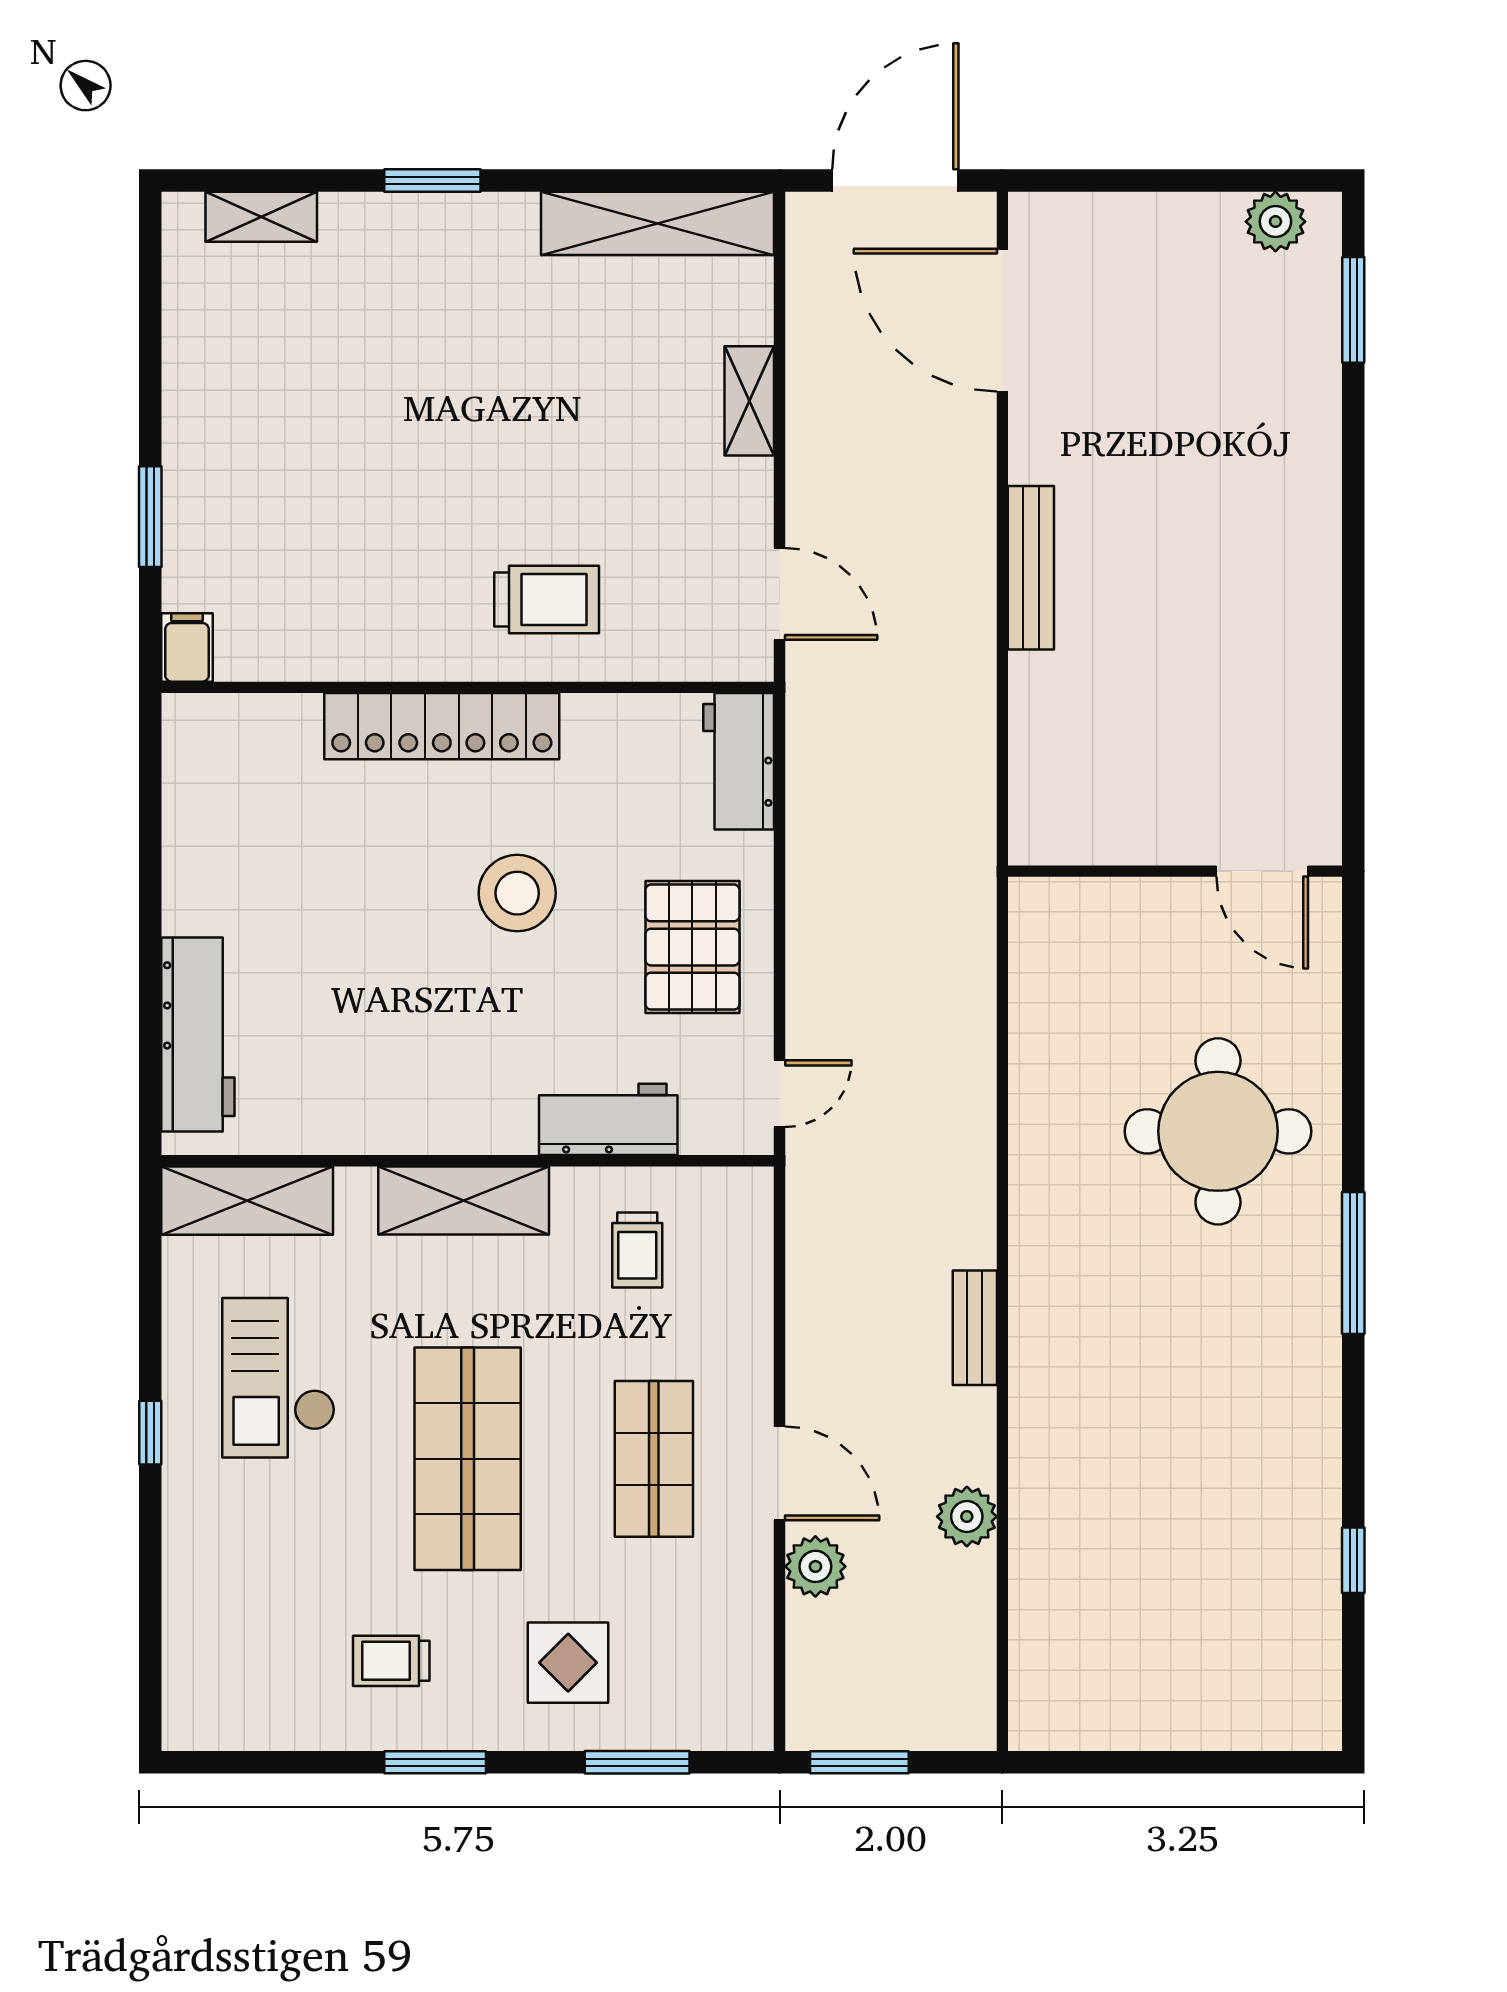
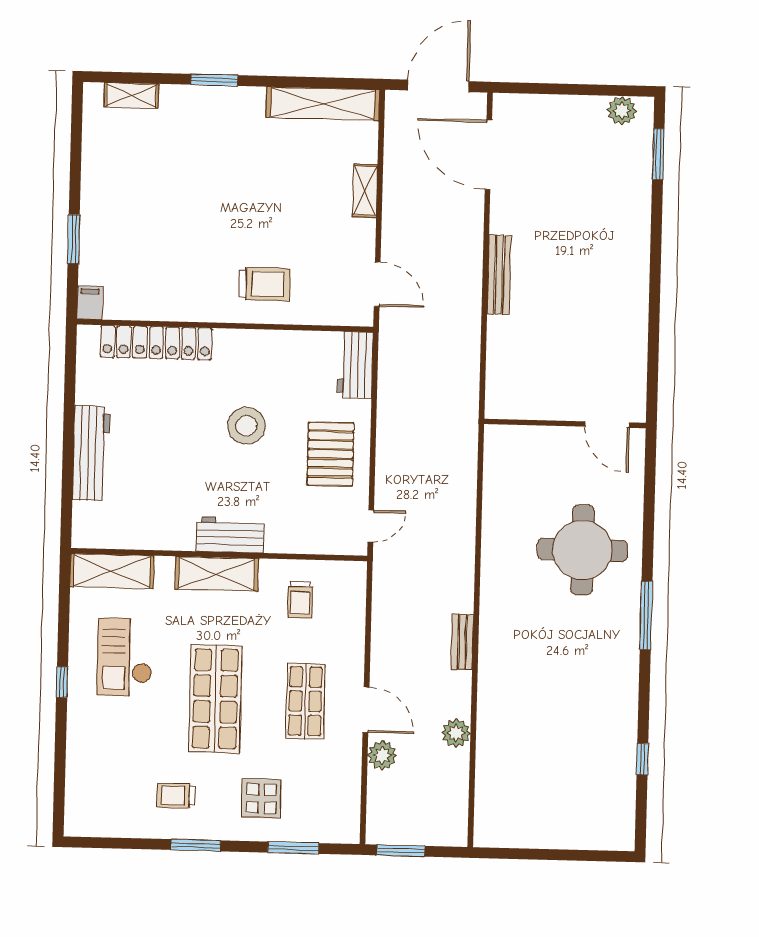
locker: (442, 726) -> (156, 343), moved
workbench: (198, 1035) -> (91, 453), moved
workbench: (608, 1119) -> (230, 535), moved

